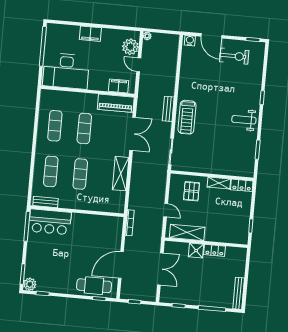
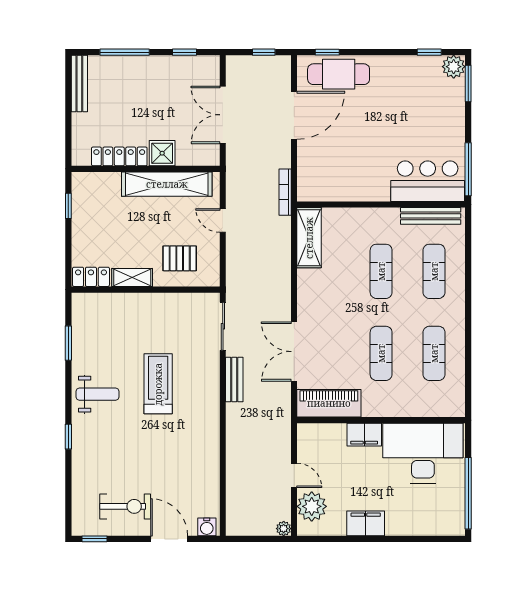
filing cabinet: (90, 34) -> (366, 523), moved
exercise bike: (234, 56) -> (125, 506), turned 180
filing cabinet: (119, 86) -> (364, 435), moved
bench: (168, 109) -> (234, 380), moved
treadmill: (187, 117) -> (158, 384), moved
shelving: (121, 174) -> (309, 238), moved
pallet: (192, 191) -> (180, 258), turned 90
bench: (46, 202) -> (431, 216), width x1.36
shelving: (187, 232) -> (167, 184), width x1.47
locker: (215, 250) -> (119, 156), width x1.53

